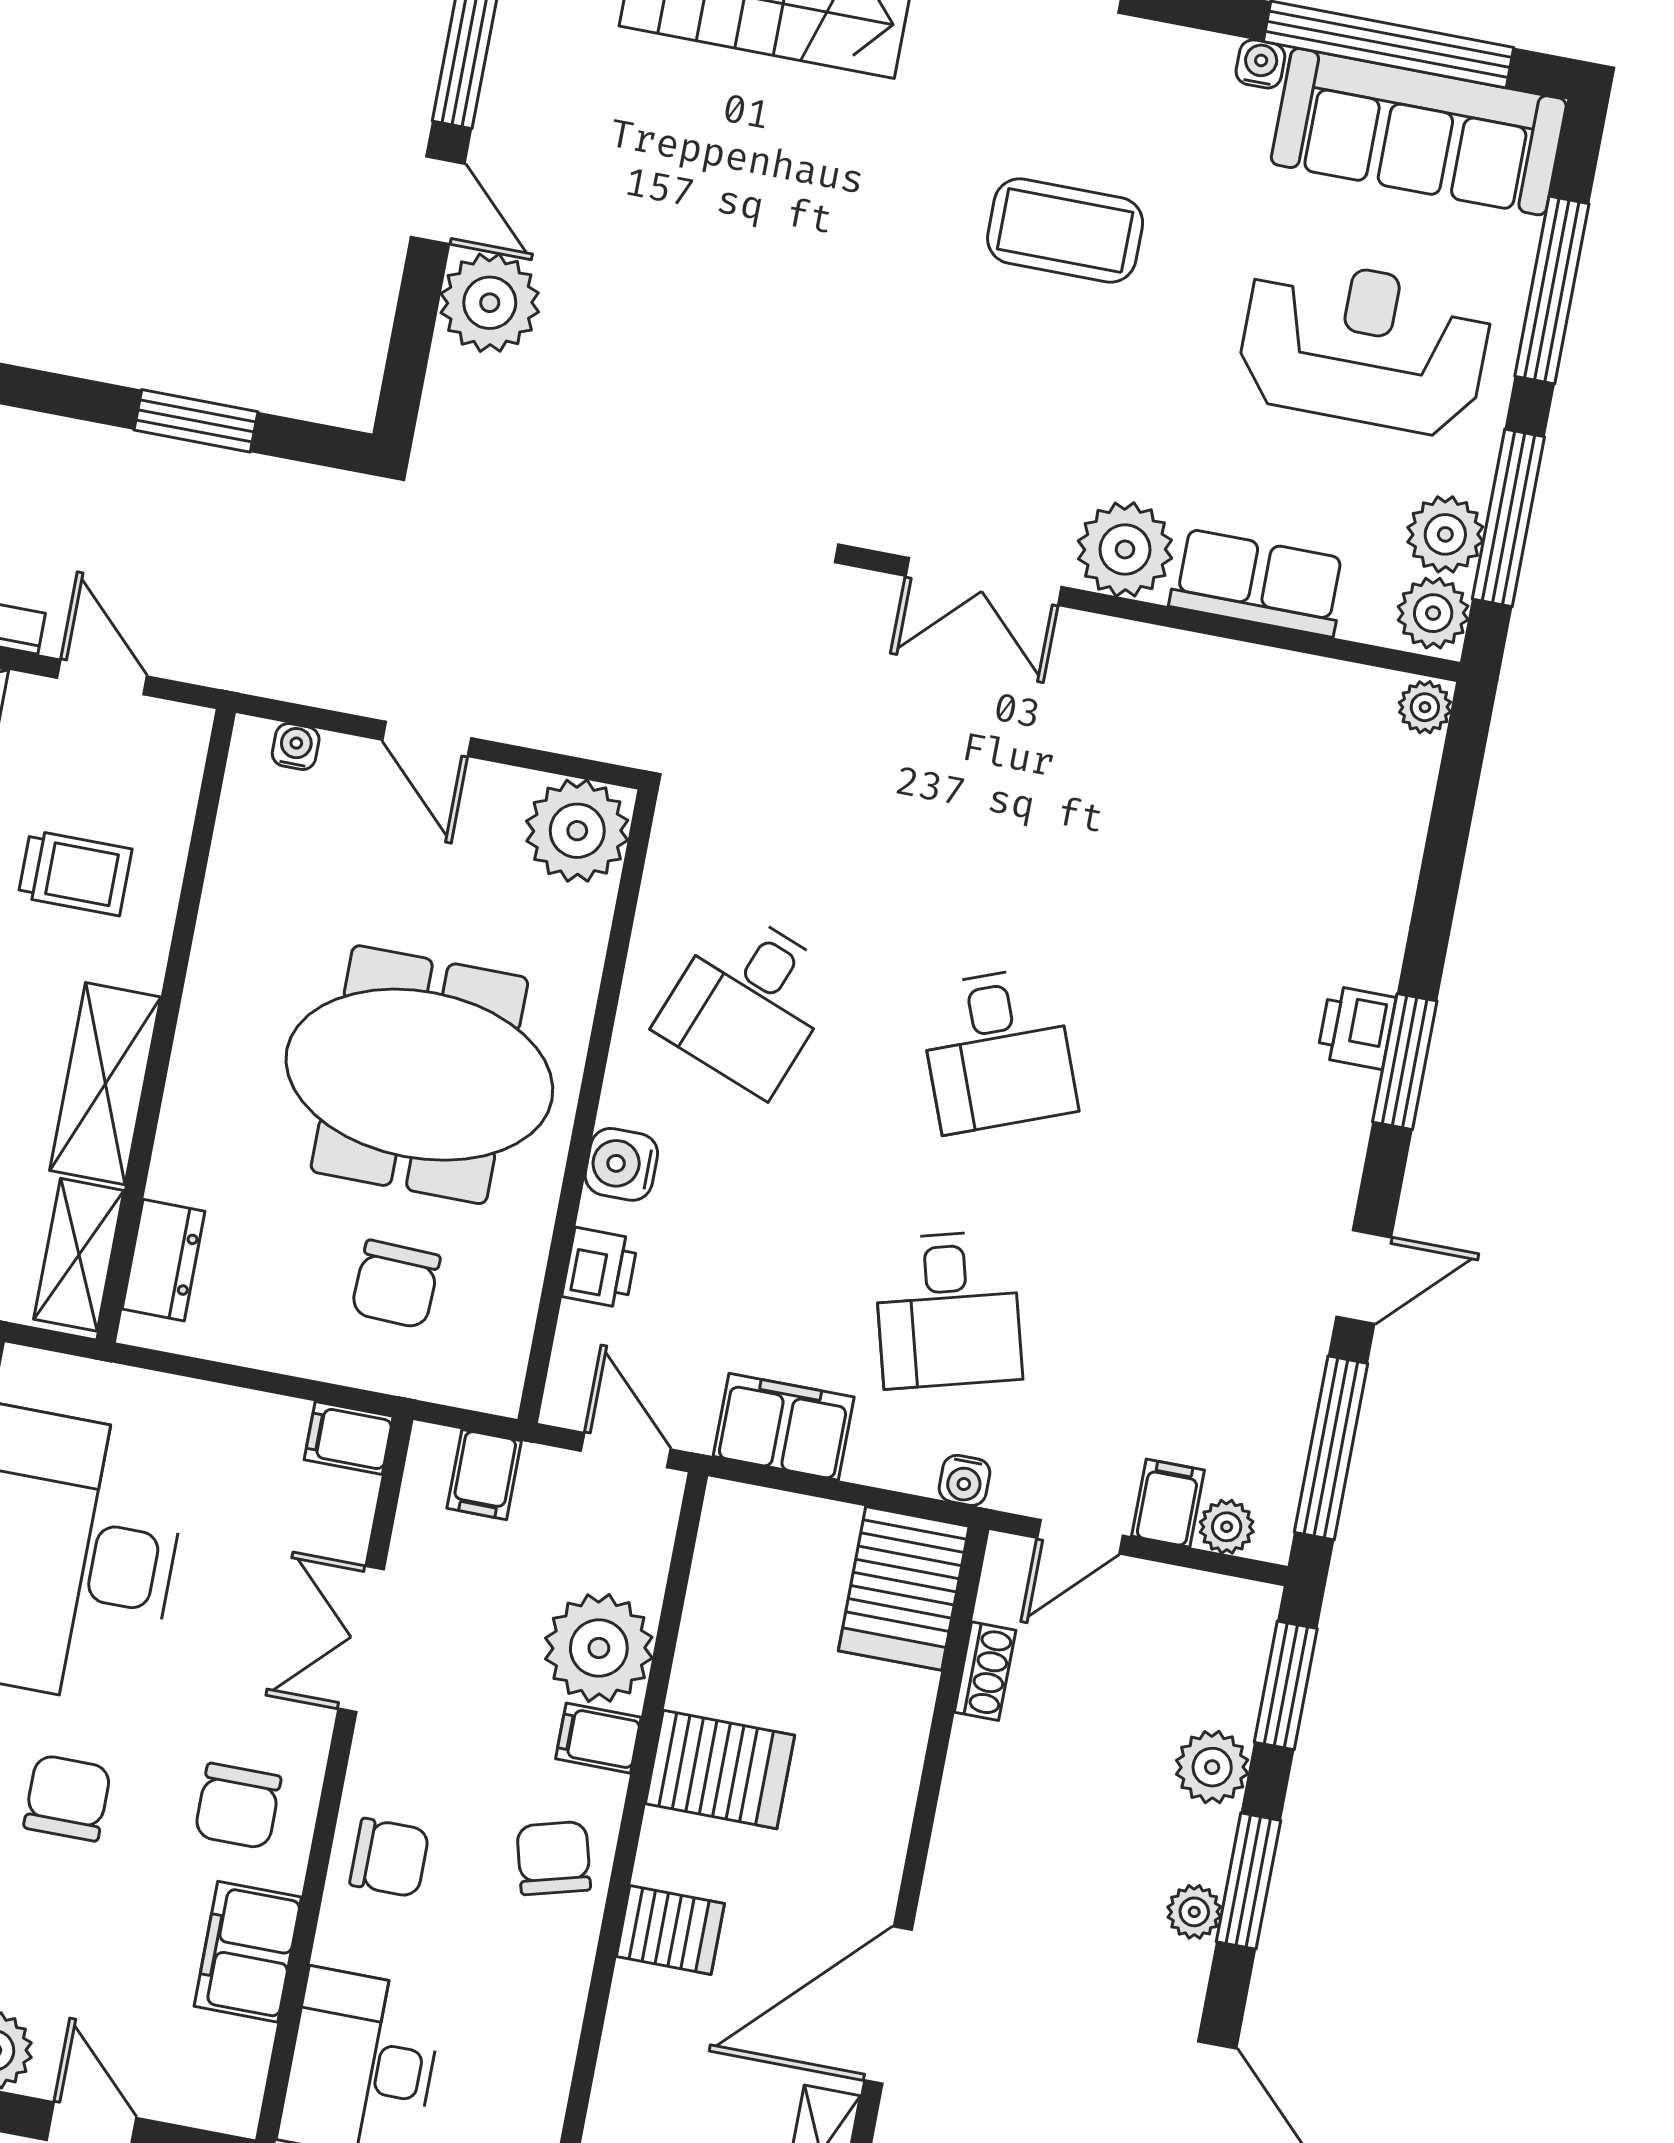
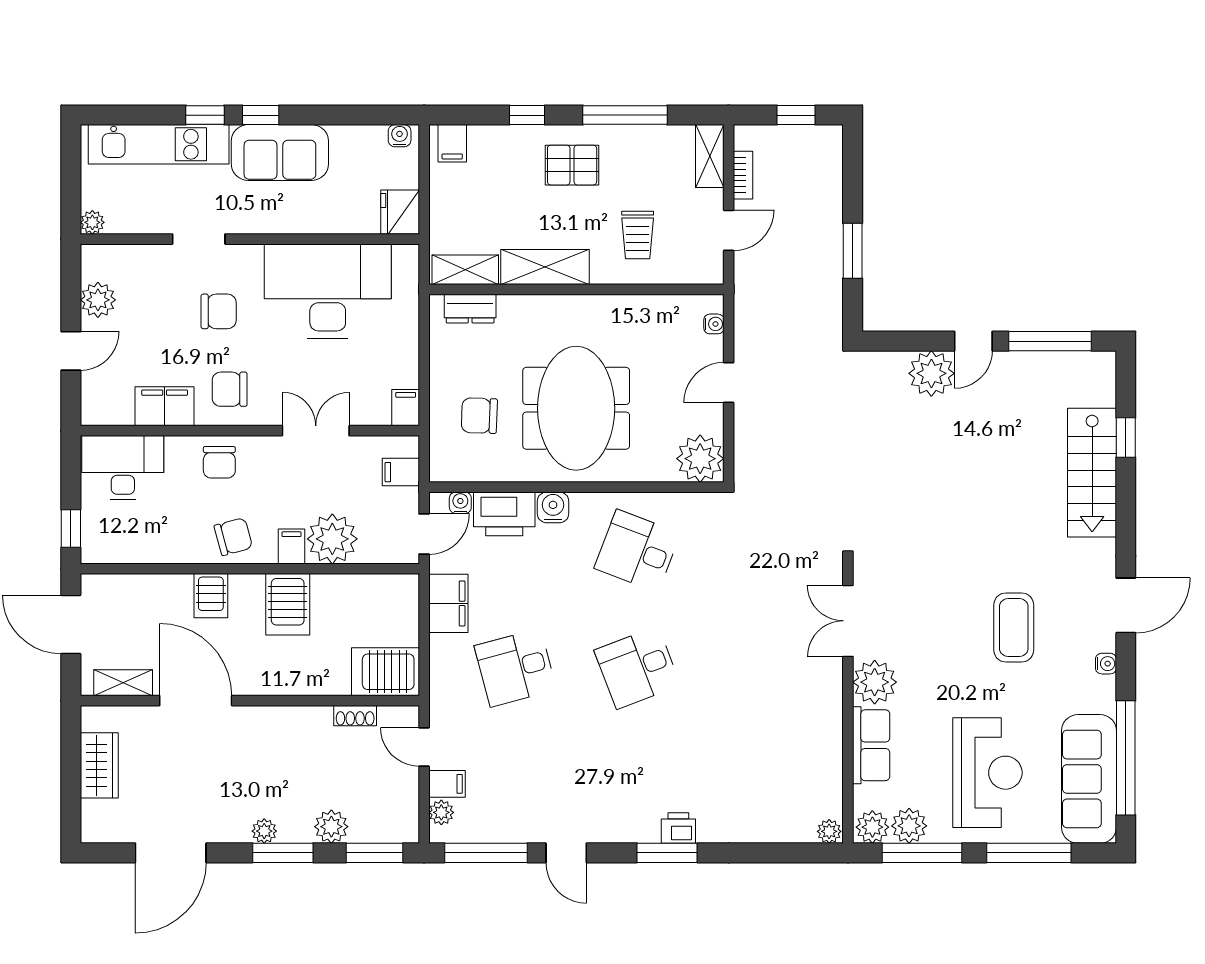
water cooler: (1260, 64) -> (1106, 664), moved
printer: (600, 1268) -> (504, 514), width x1.87, depth x1.48
water cooler: (965, 1480) -> (460, 503), moved, turned 90

